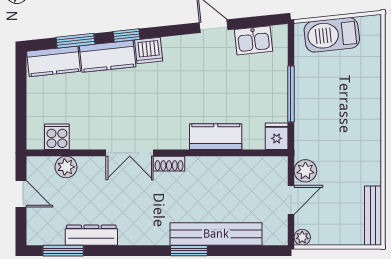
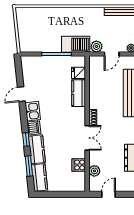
barbecue: (332, 35) -> (76, 44), moved, turned -84
kitchen sink: (254, 40) -> (33, 111), moved
fridge: (277, 136) -> (79, 73), moved
cooker: (57, 137) -> (79, 165), moved
door: (291, 200) -> (112, 54), swing flipped

